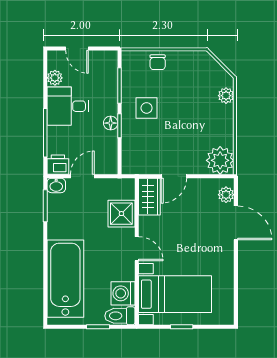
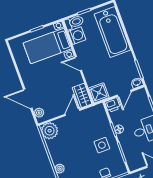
printer: (58, 165) -> (113, 105), moved
shower: (121, 214) -> (99, 93), moved

